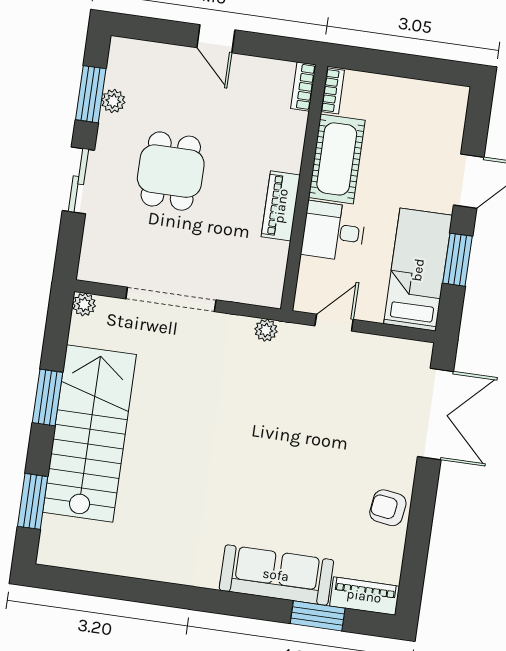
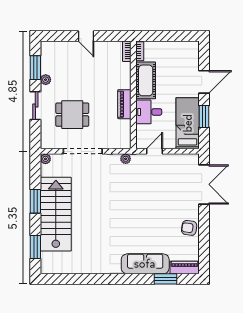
plant: (113, 101) -> (46, 80), moved
dining table: (171, 171) -> (72, 115), moved, turned 90

